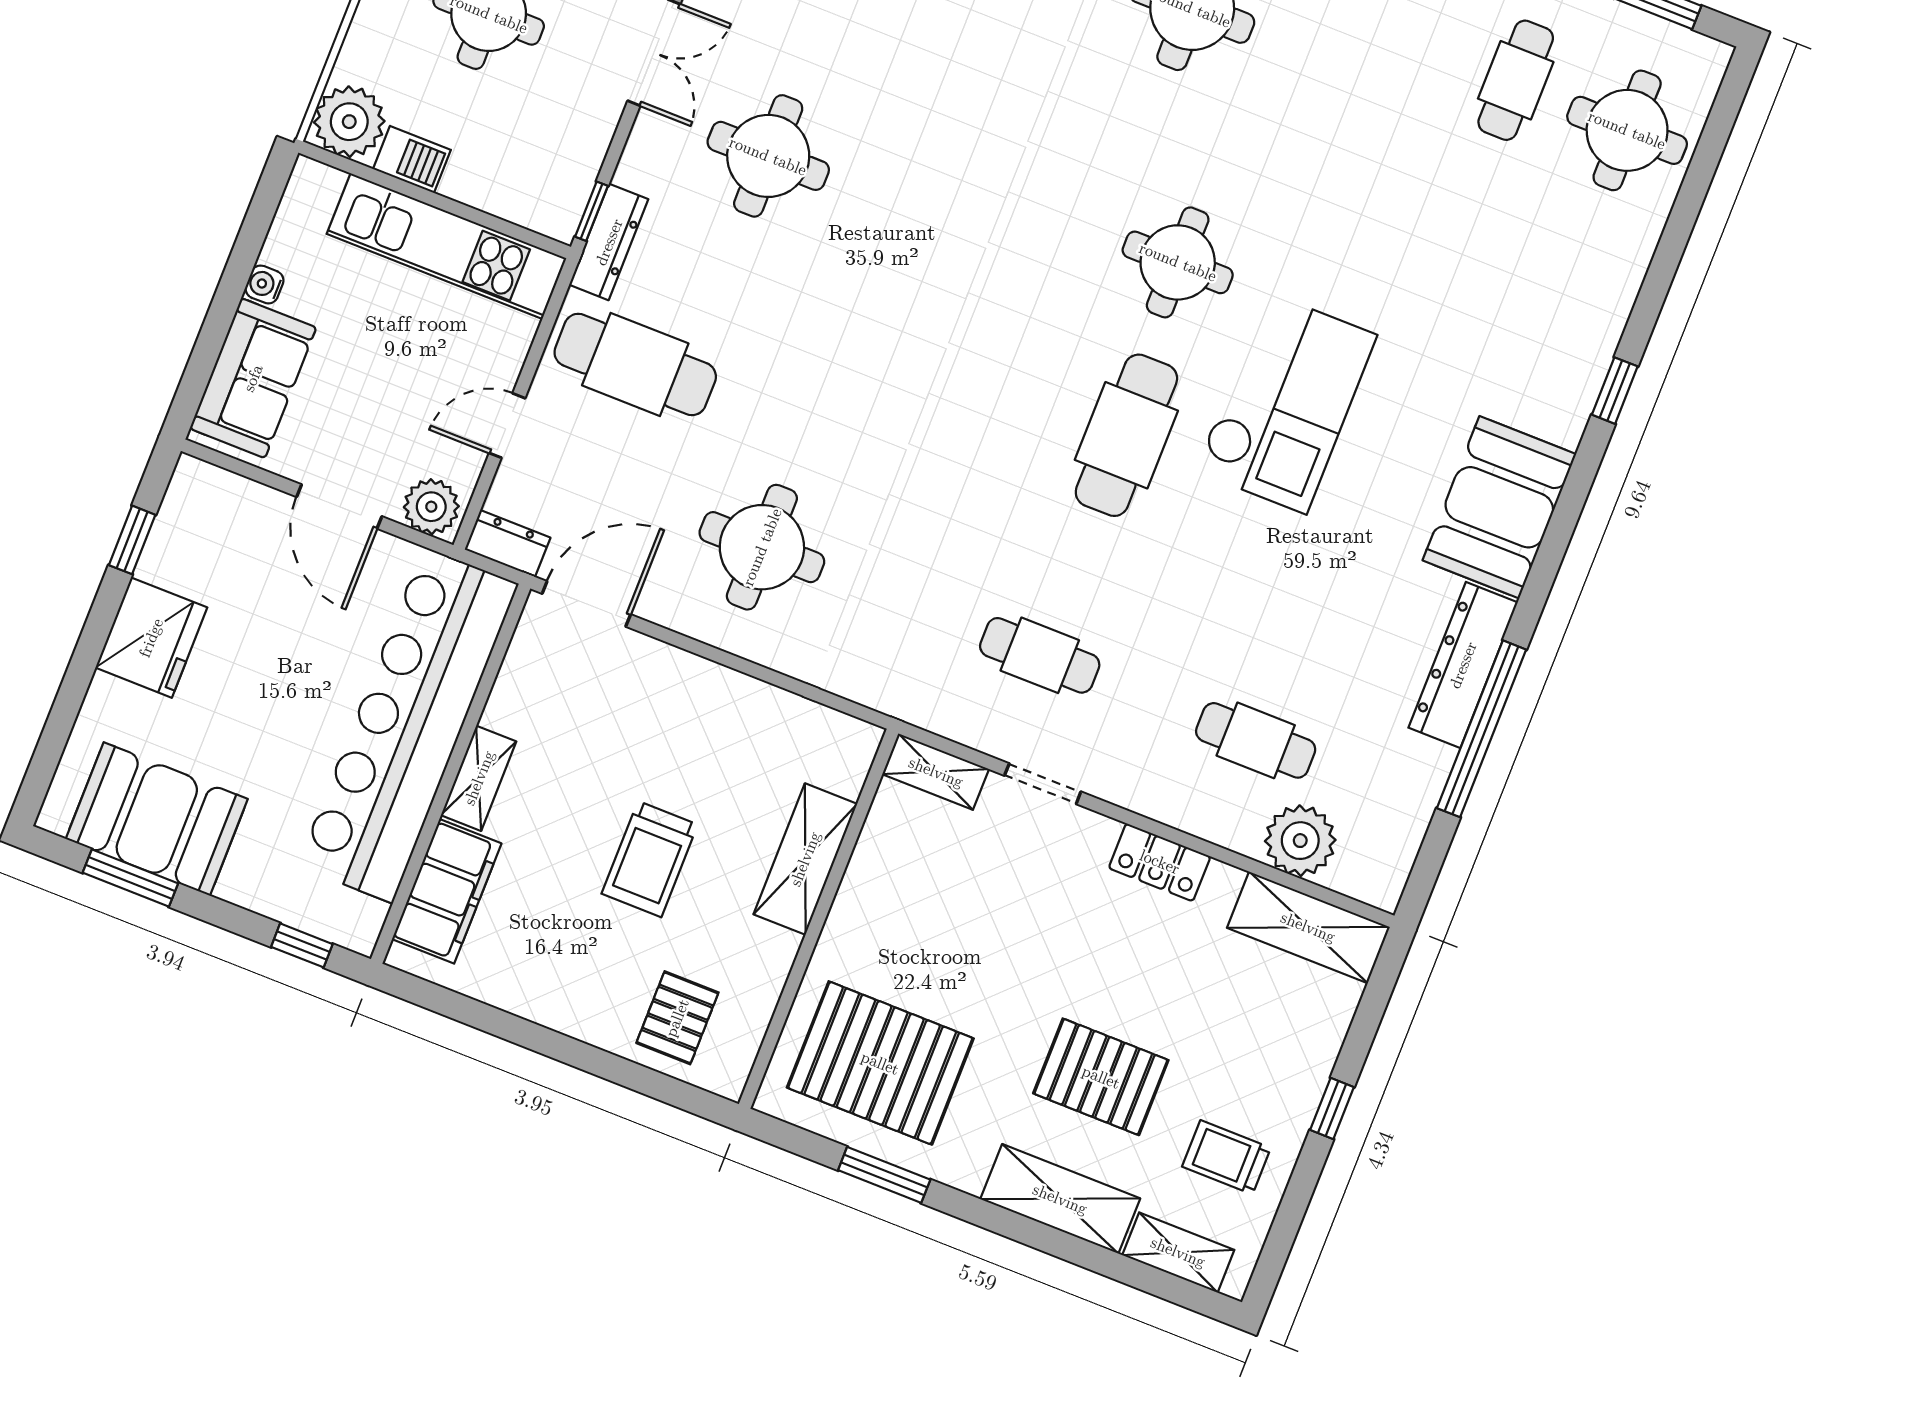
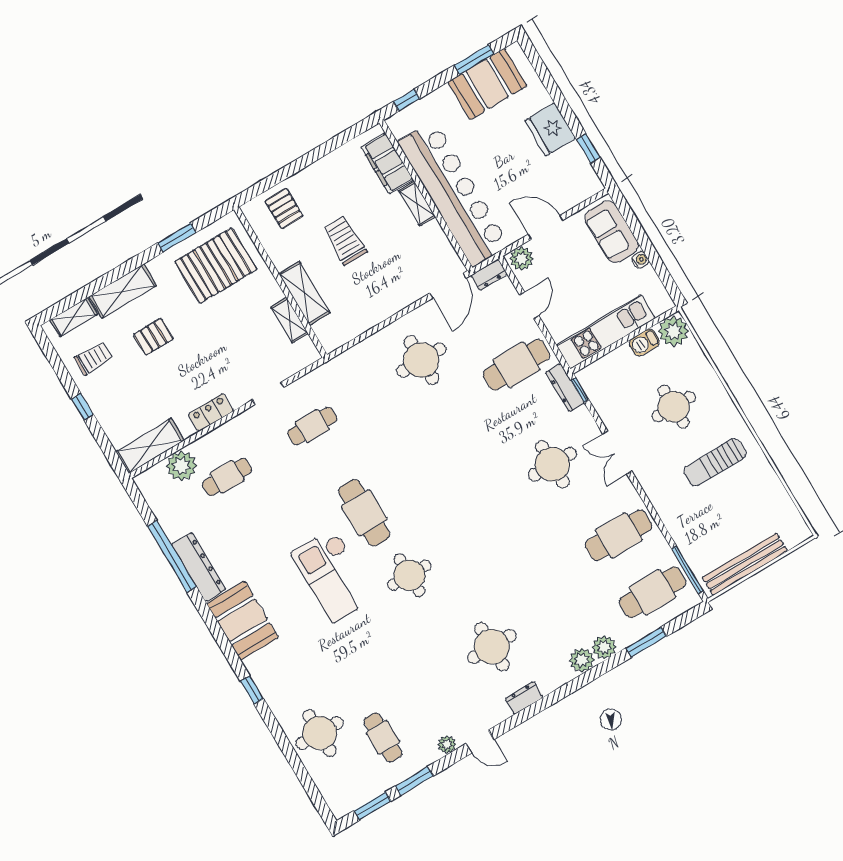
round table: (1627, 130) -> (320, 733), moved
shelving: (936, 772) -> (290, 320), moved, turned 90
pallet: (1101, 1077) -> (153, 337), width x0.67, depth x0.71

